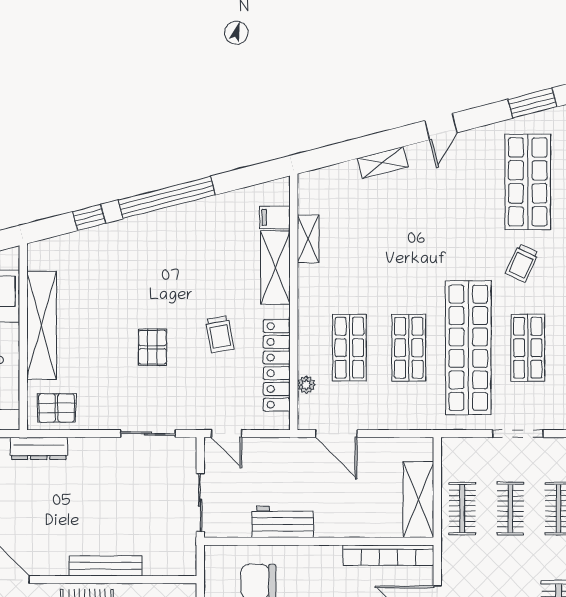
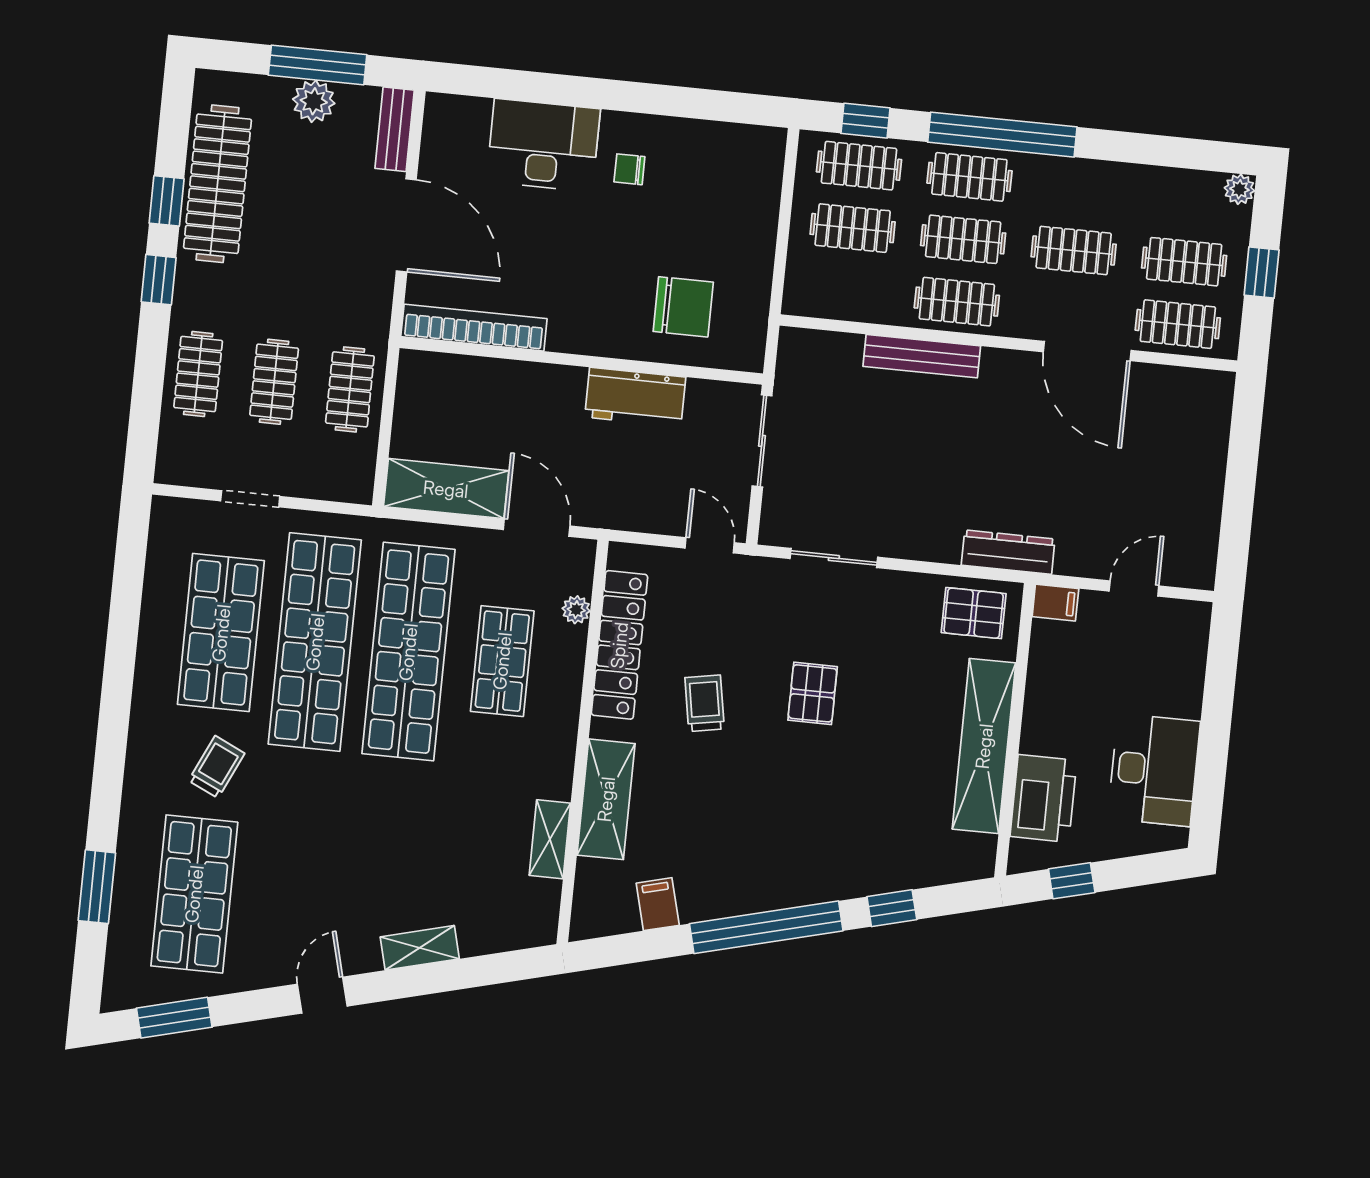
filing cabinet: (275, 217) -> (658, 904), moved, turned -104
shop shelf: (409, 348) -> (408, 652), width x2.00, depth x1.36
shop shelf: (528, 348) -> (221, 633), width x1.43, depth x1.36
doorway: (518, 434) -> (250, 499), width x0.73
shelving: (418, 500) -> (446, 489), moved, turned 90

